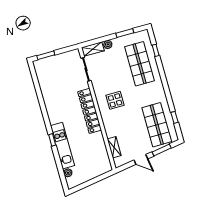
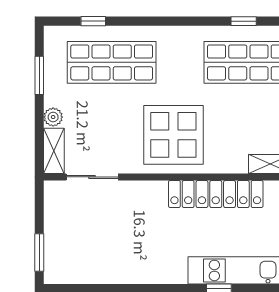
display table: (115, 100) -> (173, 135), width x1.86, depth x1.86
locker: (90, 111) -> (216, 194), moved

